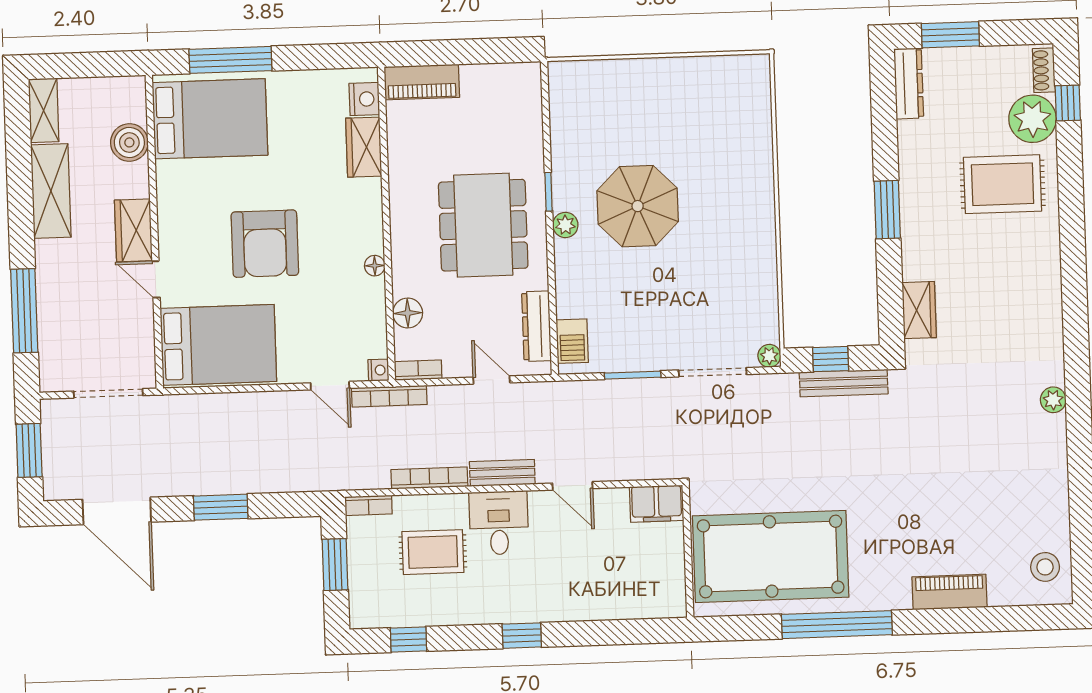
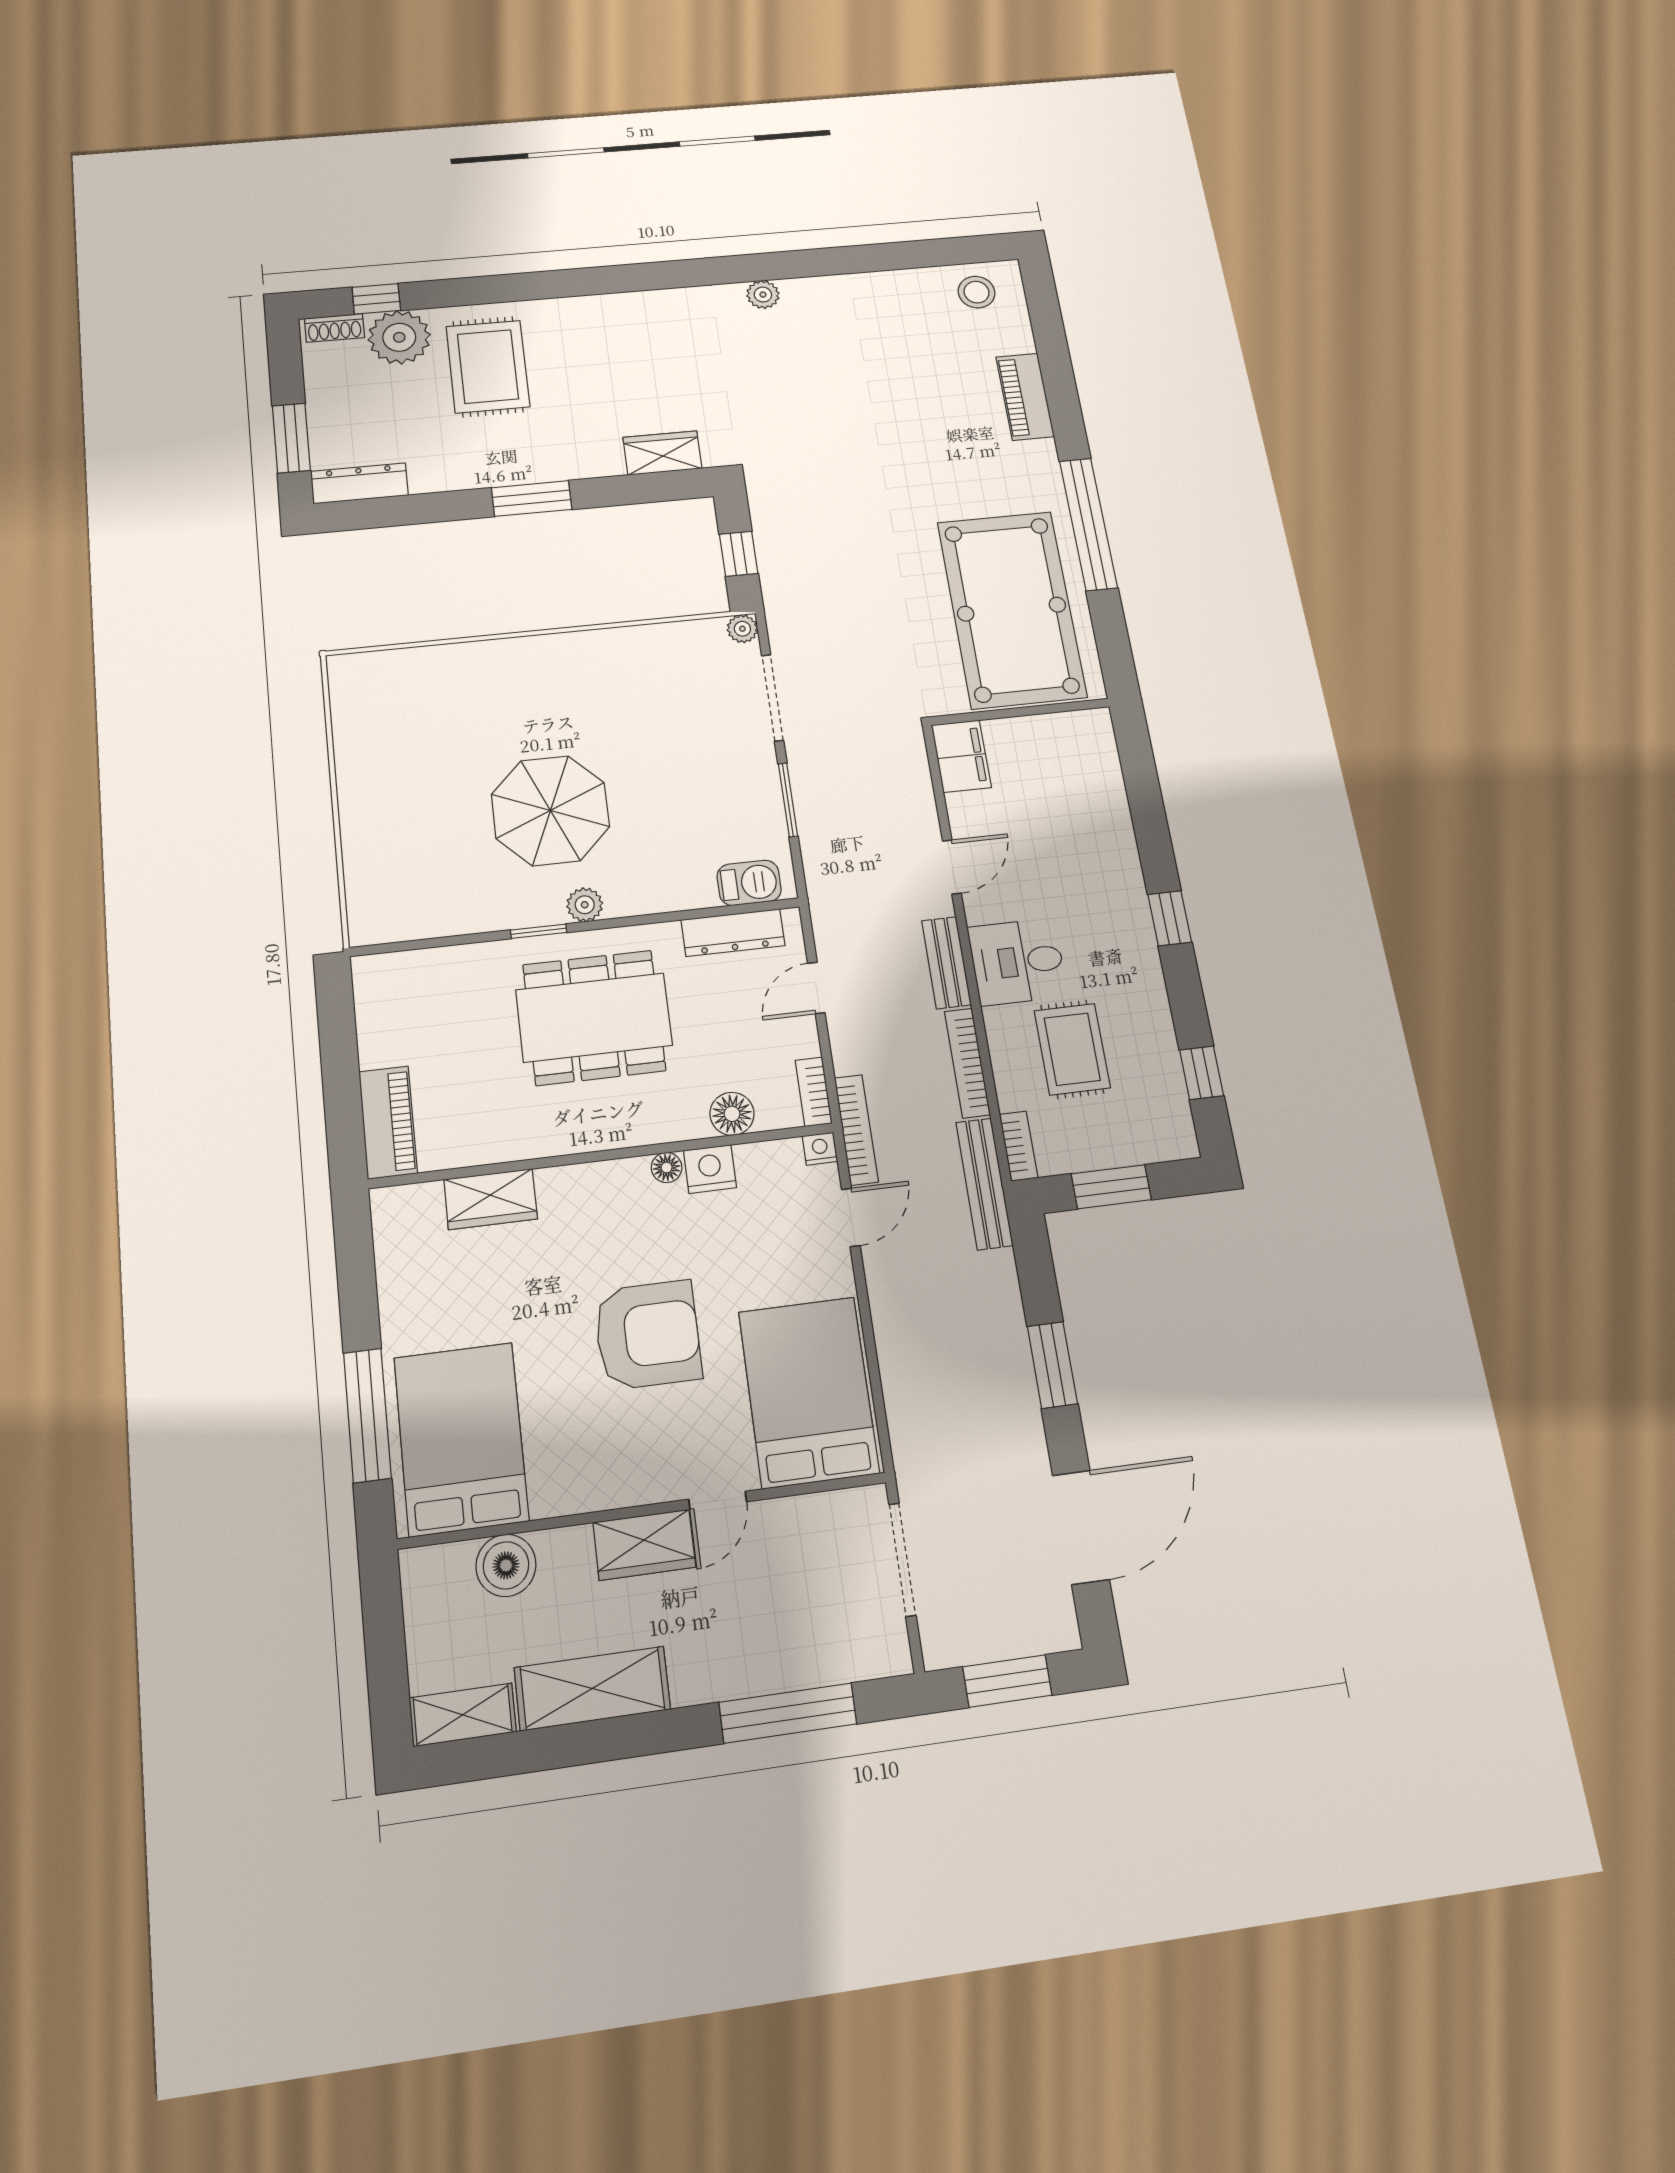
nightstand: (364, 99) -> (710, 1169), moved
bench: (844, 383) -> (984, 1184), moved

